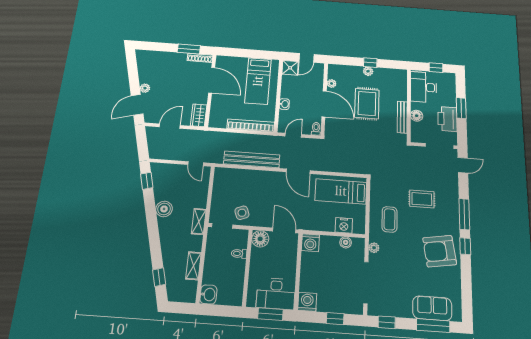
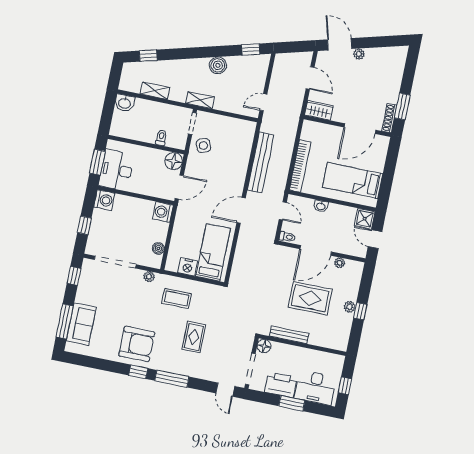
desk: (424, 87) -> (315, 388), moved, turned 180
floor lamp: (417, 116) -> (264, 346), moved
nightstand: (344, 225) -> (188, 267), moved, turned -90
armchair: (440, 251) -> (137, 344), turned 99

